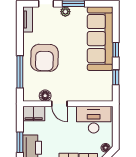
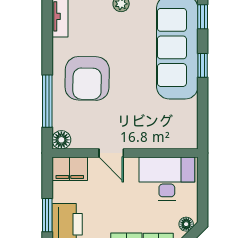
window: (116, 77) -> (203, 17), moved
floor lamp: (45, 96) -> (61, 140), moved

